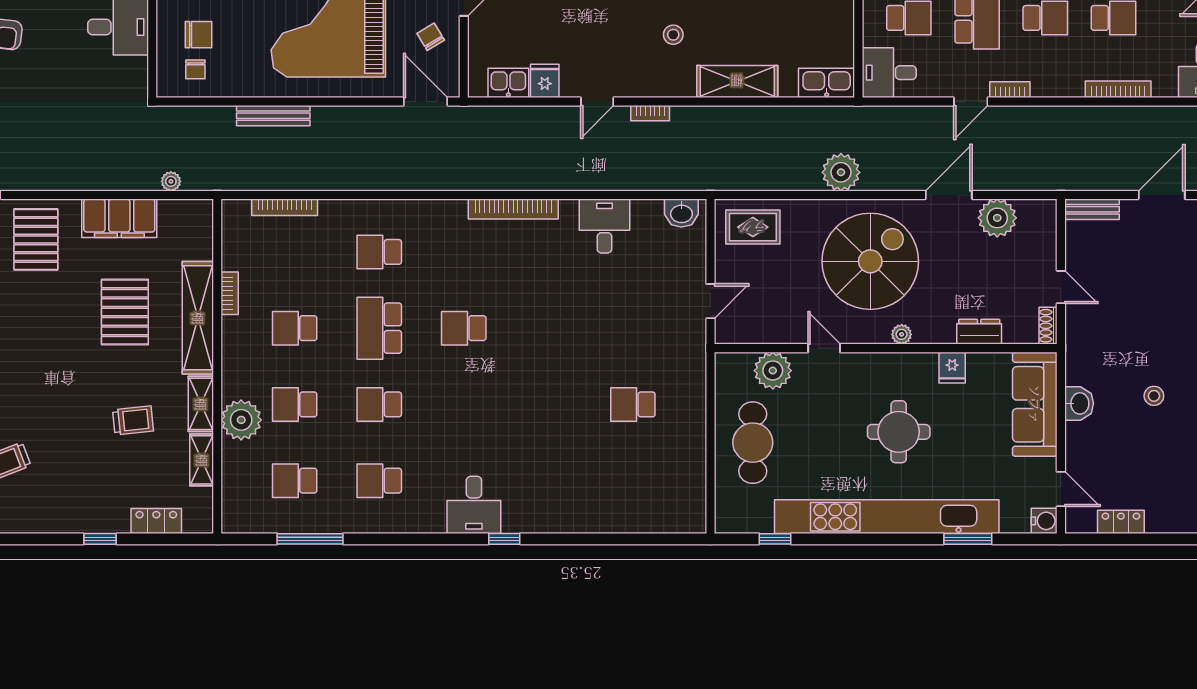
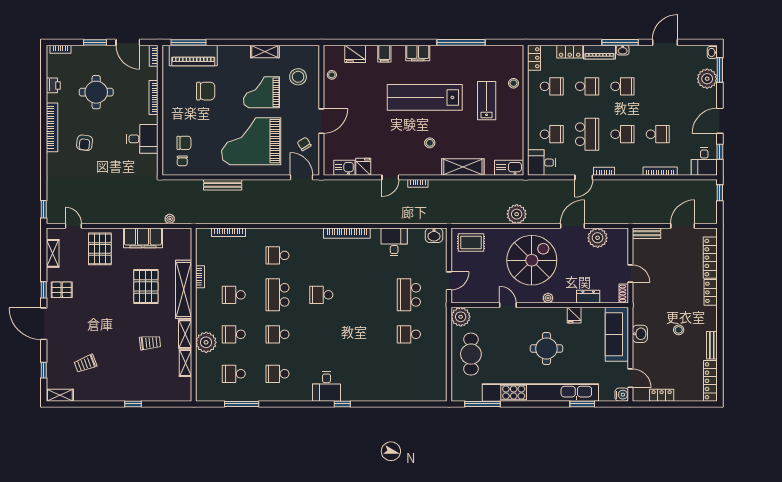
school desk: (633, 328) -> (409, 295), added
plant: (773, 371) -> (461, 317), moved
locker: (156, 521) -> (162, 395), removed
window: (775, 539) -> (482, 404), width x2.17

